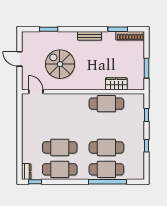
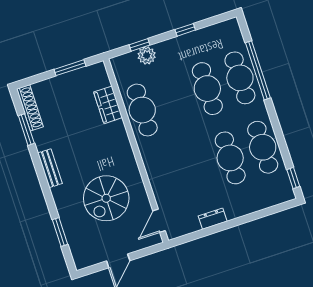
plant: (139, 117) -> (147, 55), added
dresser: (26, 171) -> (213, 219), moved

